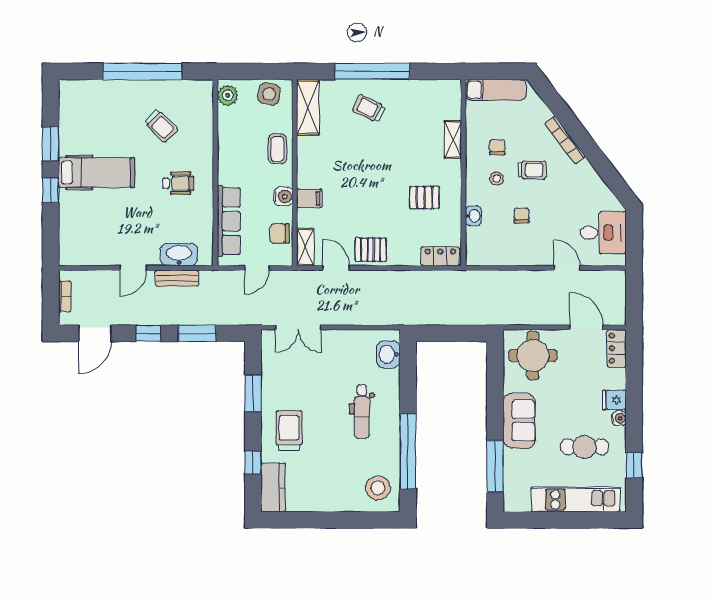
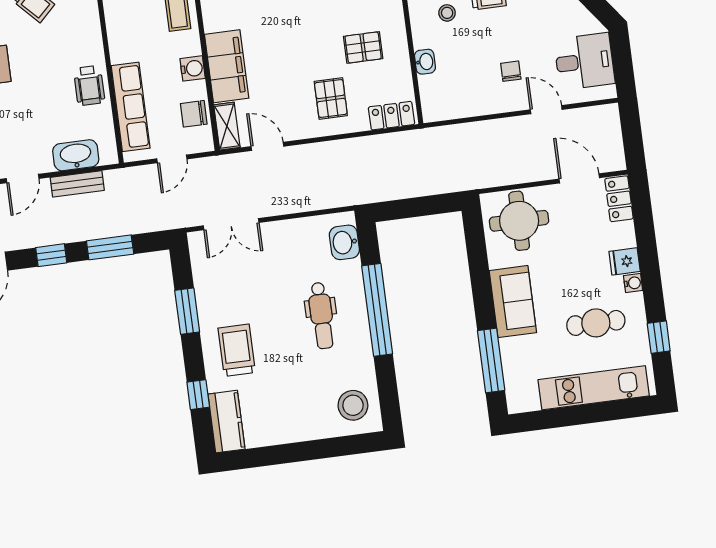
wheelchair: (178, 183) -> (89, 86), moved, turned 90
filing cabinet: (309, 198) -> (227, 66), width x3.00, depth x1.17
chair: (521, 215) -> (511, 71), moved
pallet: (371, 250) -> (331, 98), moved, turned 90
window: (408, 451) -> (377, 310), moved

